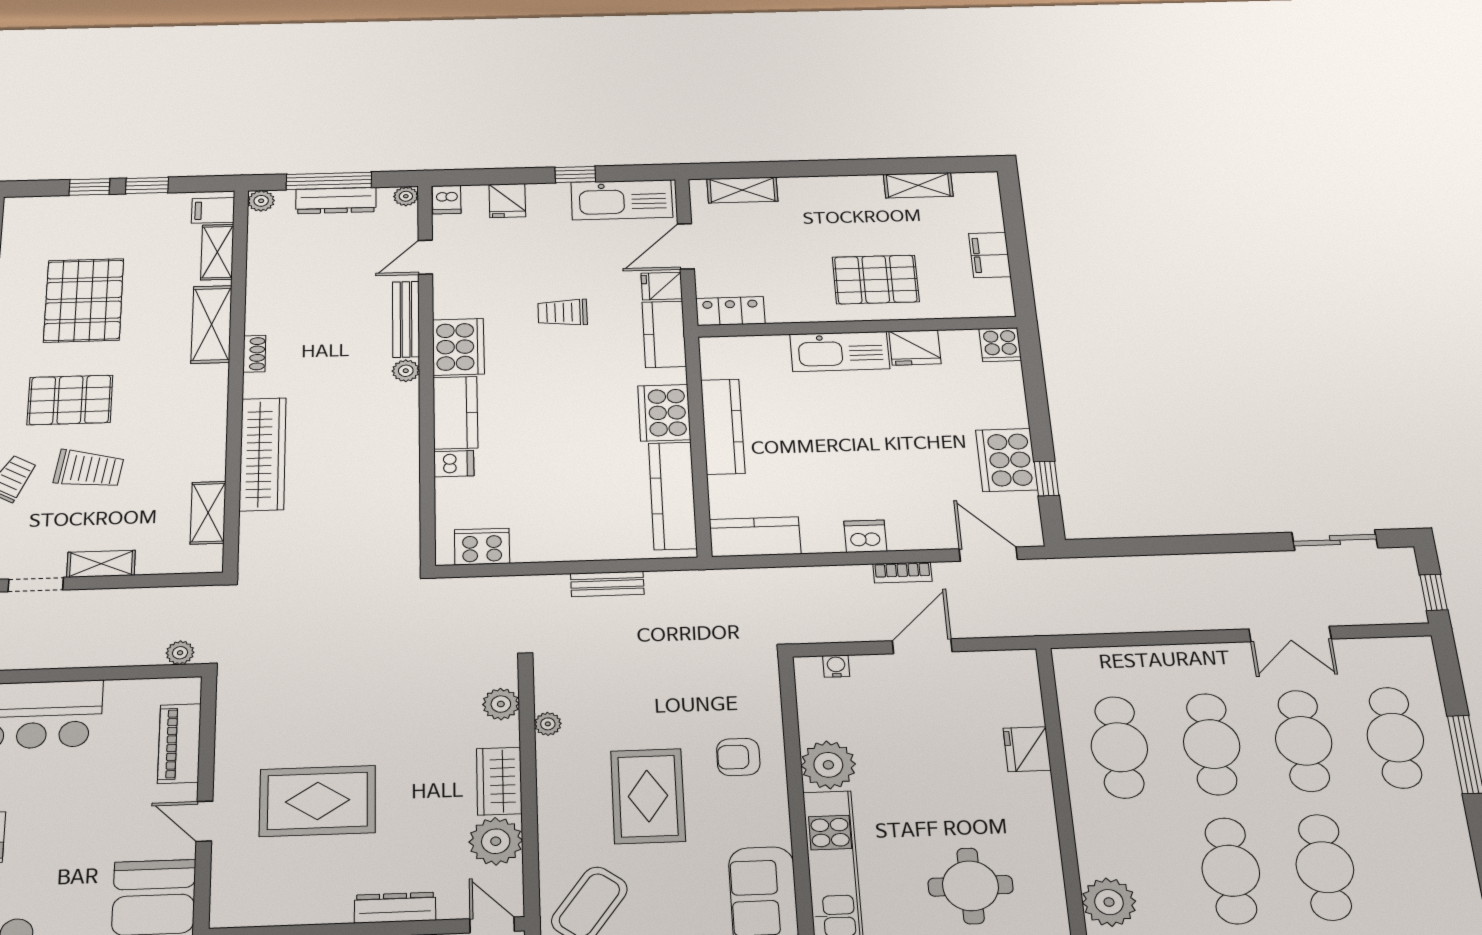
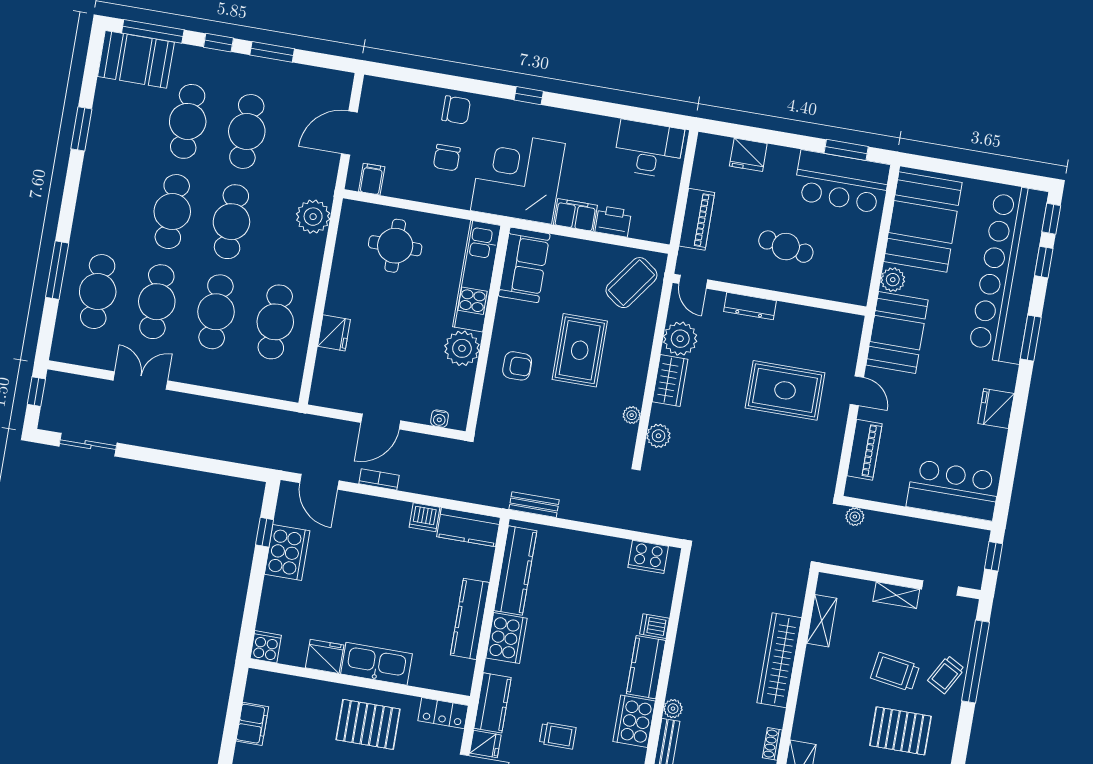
pallet: (876, 279) -> (368, 724), moved
dishwasher: (865, 536) -> (424, 517), moved
bench: (607, 584) -> (534, 505), moved

